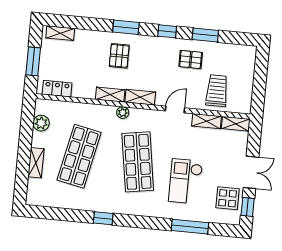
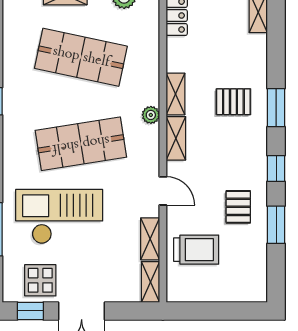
checkout: (186, 181) -> (59, 217), width x1.36, depth x1.21

